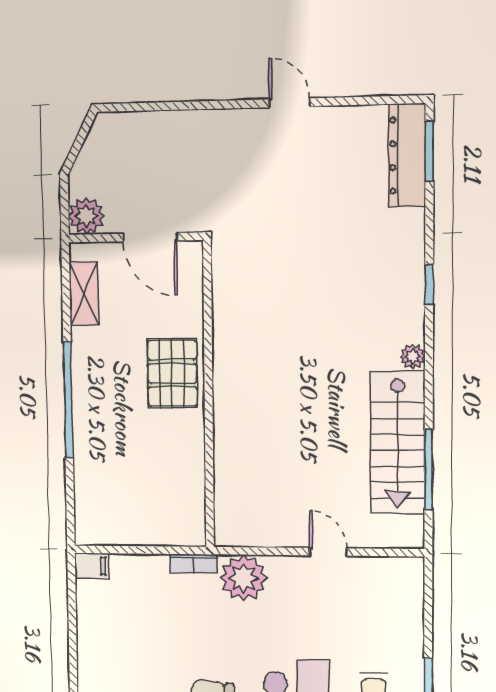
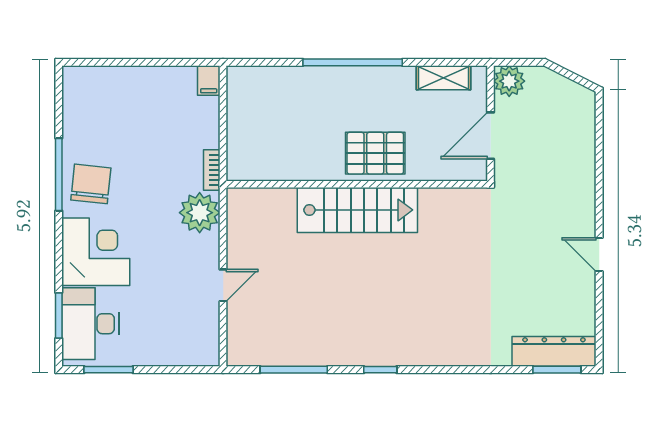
door: (290, 103) -> (599, 255), swing flipped
window: (429, 285) -> (380, 370), moved
plant: (413, 356) -> (388, 356), removed
stairs: (398, 443) -> (357, 210), moved, turned 180

